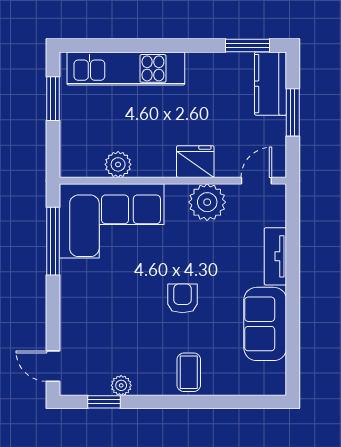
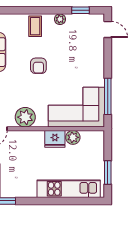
fridge: (195, 162) -> (55, 139), moved
plant: (121, 385) -> (60, 19), moved

